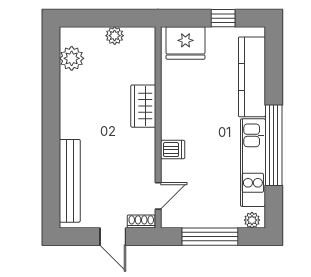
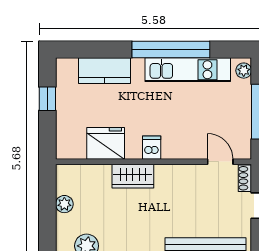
fridge: (185, 43) -> (106, 143), moved, turned -90
kitchen counter: (252, 77) -> (105, 71), width x0.67
dishwasher: (173, 150) -> (152, 148), moved

